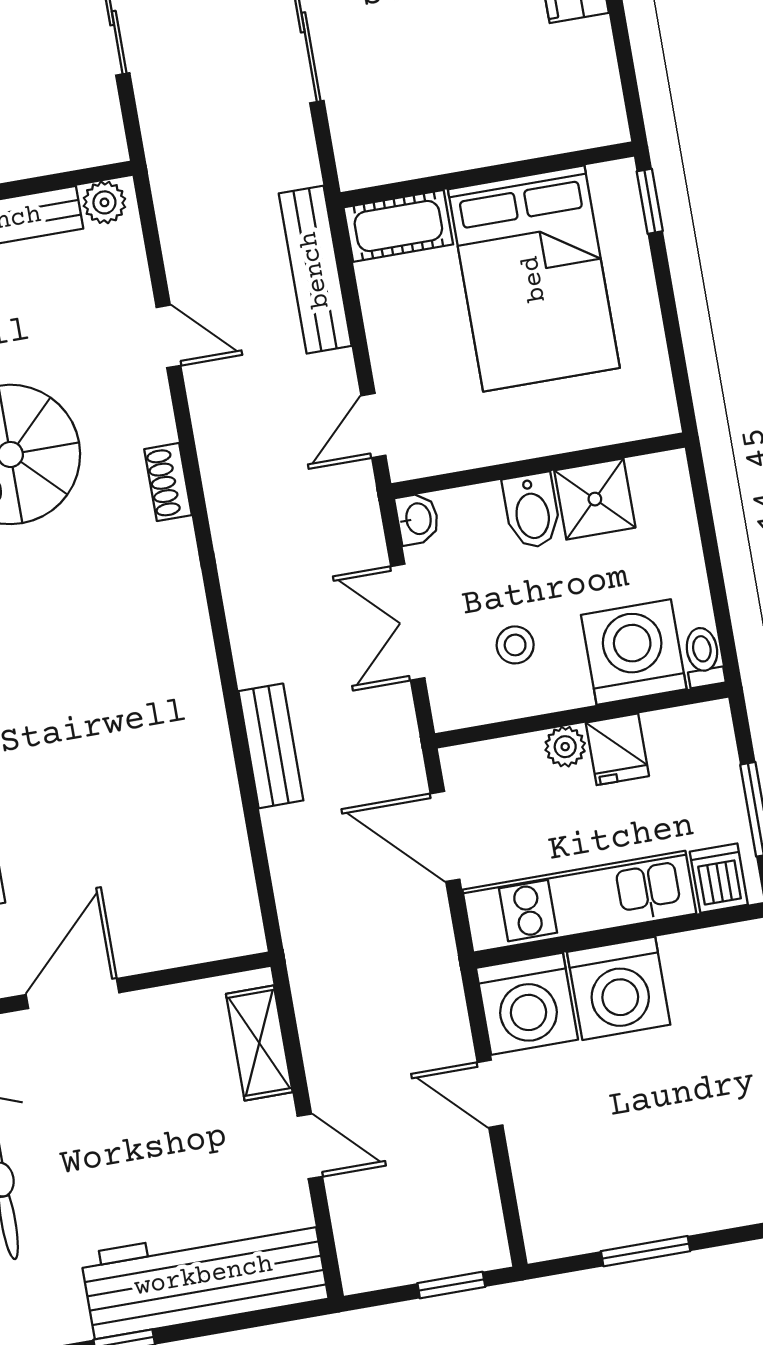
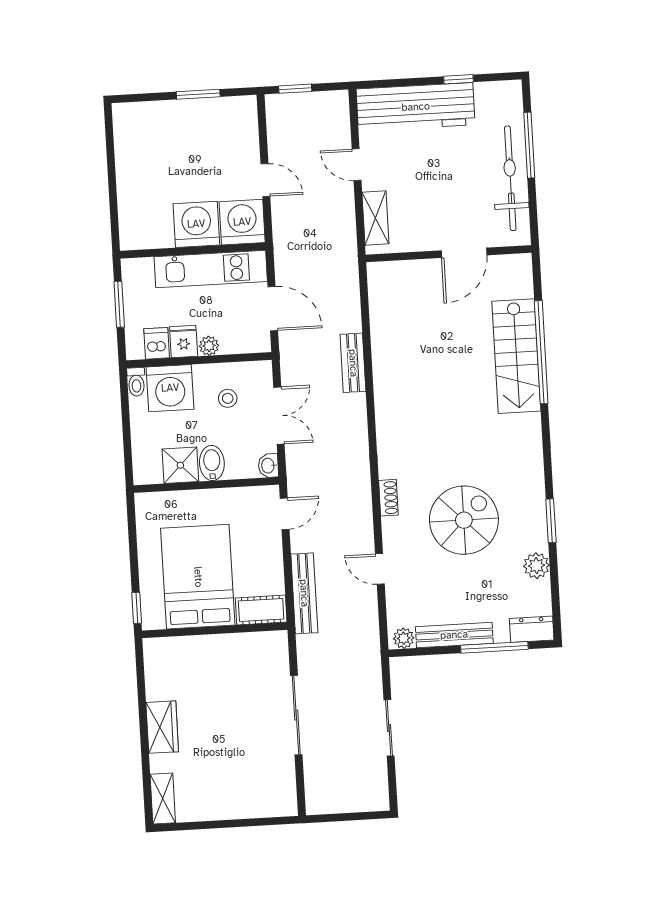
dishwasher: (719, 878) -> (157, 343), moved, turned 180

